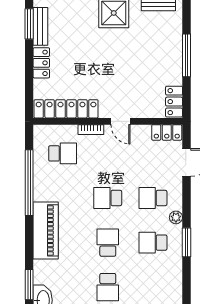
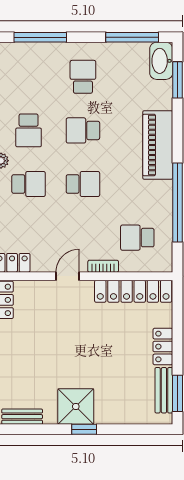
door: (121, 121) -> (68, 276), hinge flipped
school desk: (108, 243) -> (83, 130), turned 90
school desk: (153, 243) -> (29, 130), turned 90

